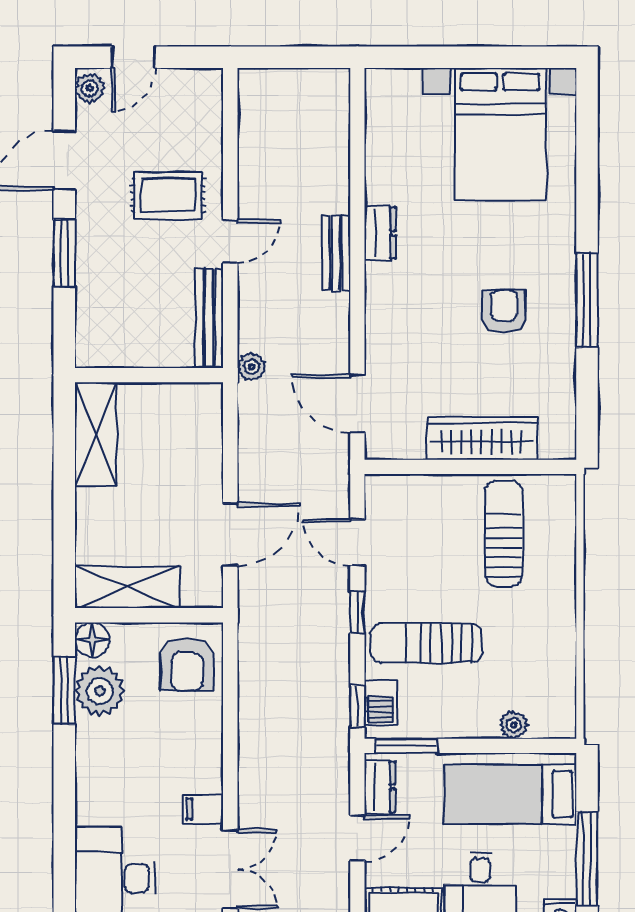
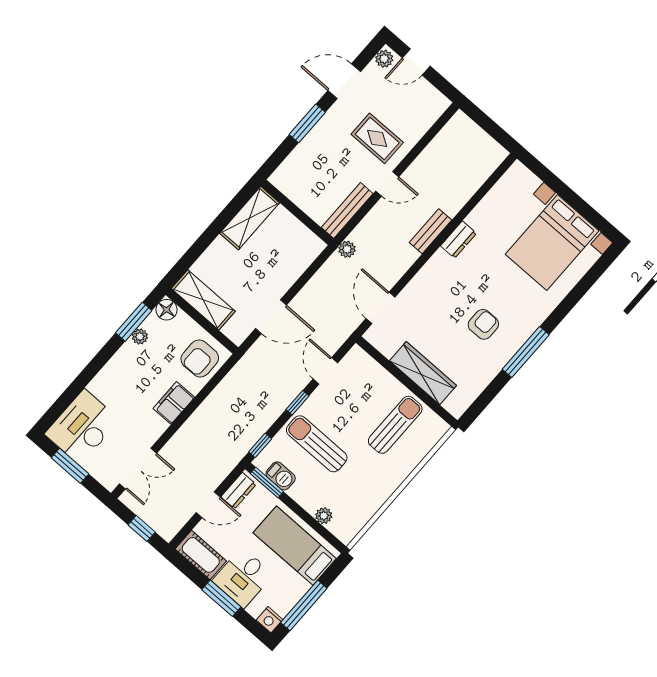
plant: (100, 691) -> (140, 337), width x0.53, depth x0.53
barbecue: (381, 702) -> (281, 476), moved, turned -90
filing cabinet: (203, 809) -> (174, 403), moved, width x2.00

